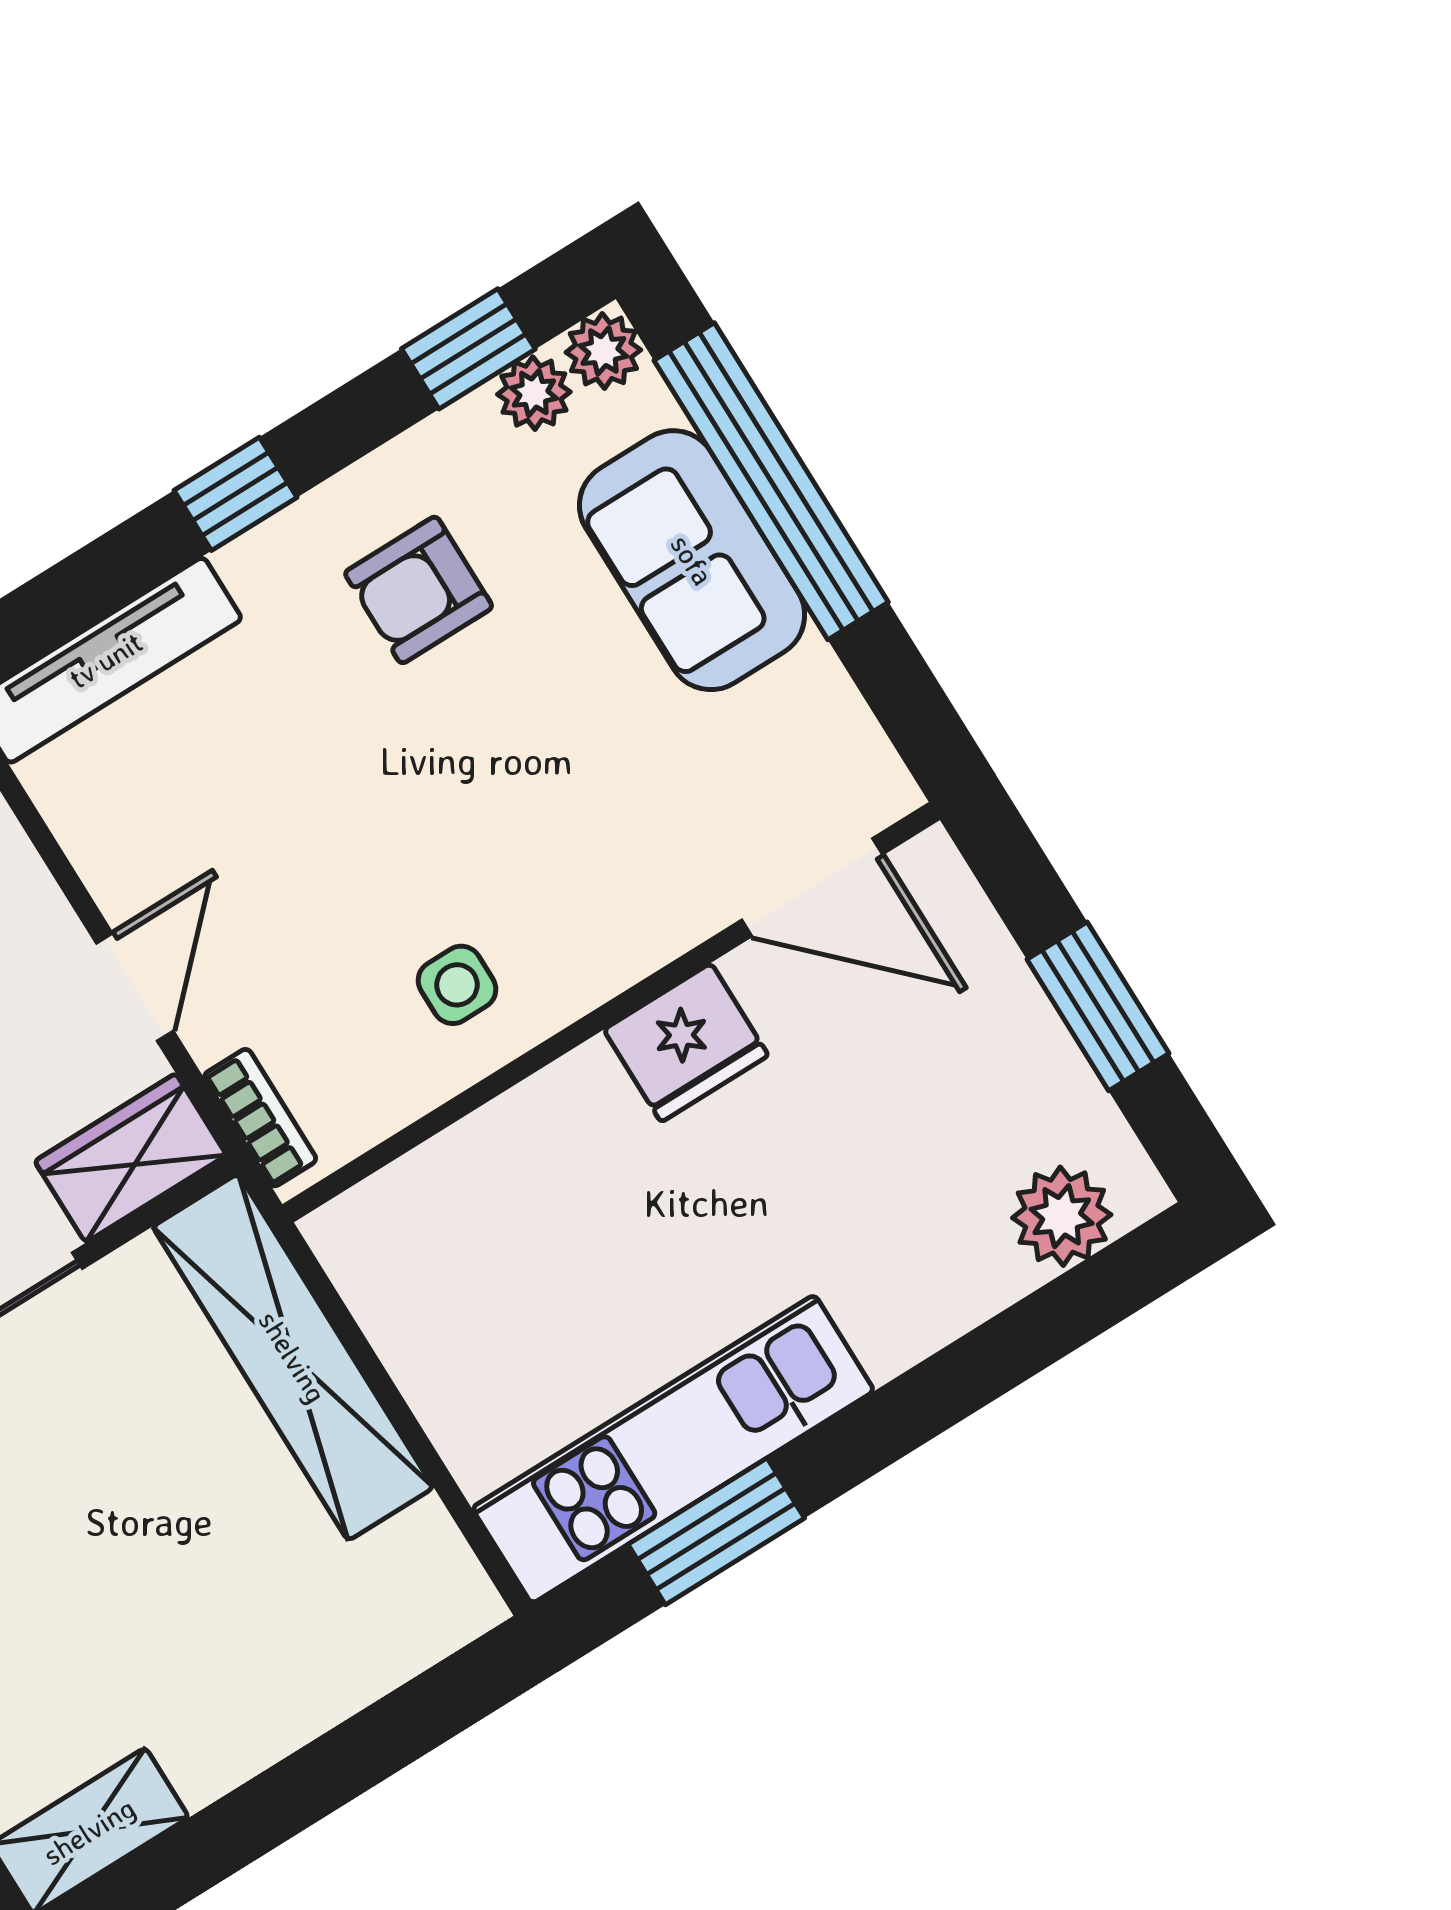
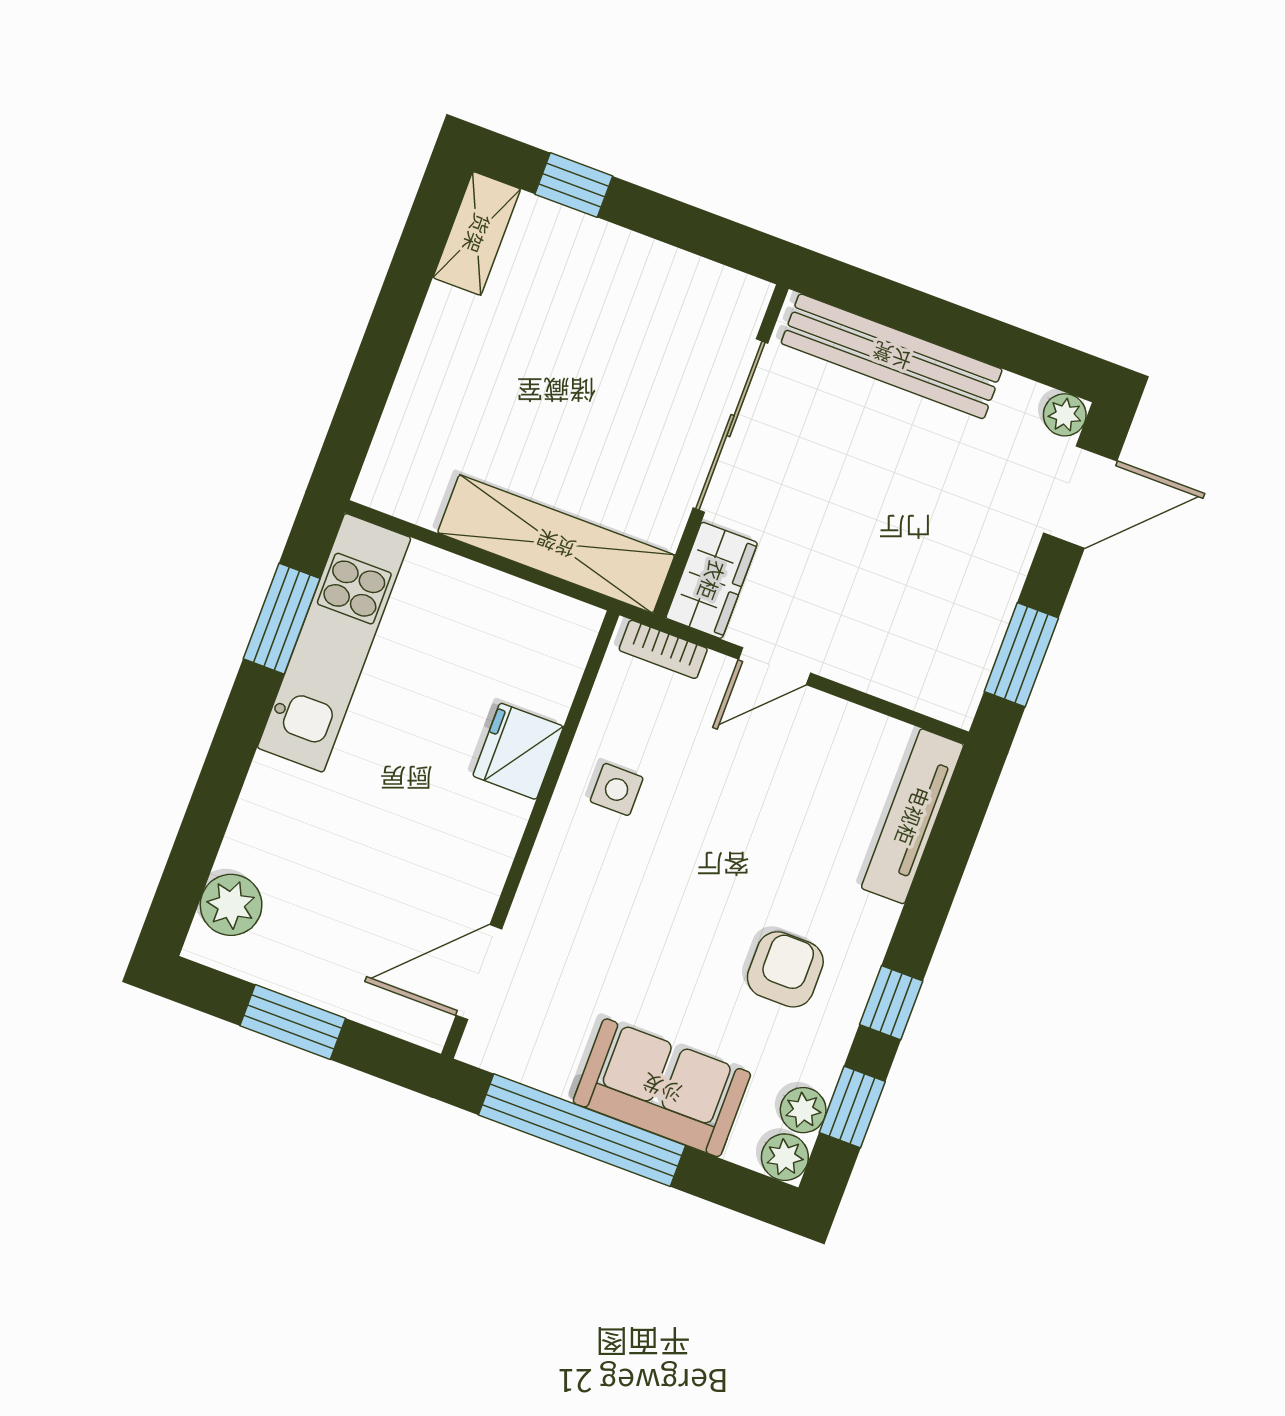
window: (771, 481) -> (582, 1130), moved
window: (235, 494) -> (891, 1003), moved
door: (135, 987) -> (774, 666), hinge flipped
fridge: (686, 1043) -> (518, 751), moved

